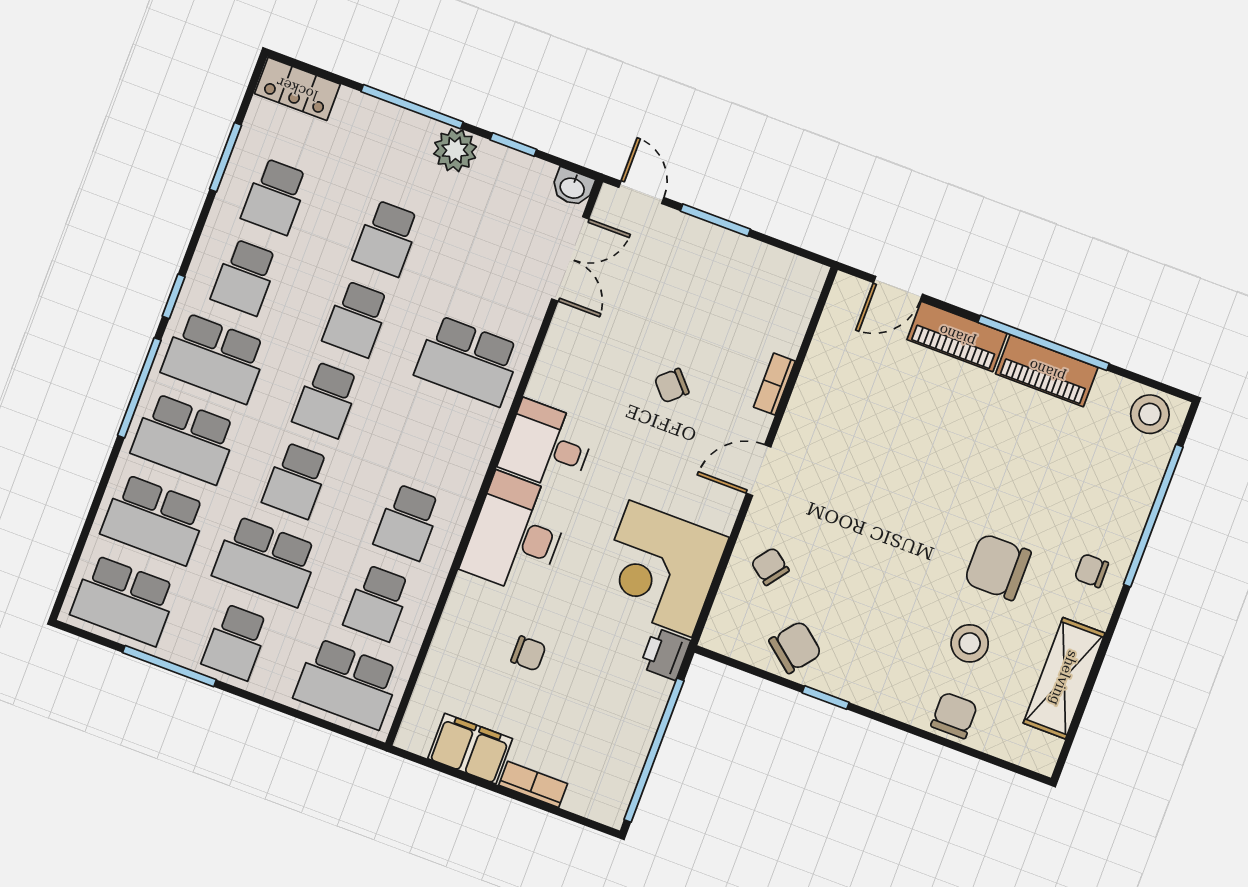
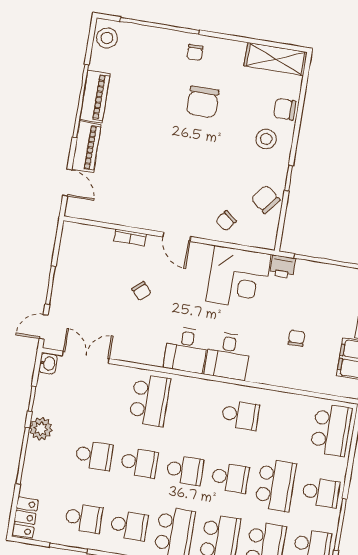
desk: (516, 534) -> (228, 356), width x0.73
school desk: (377, 603) -> (286, 422), removed
stool: (970, 643) -> (266, 139), moved
shelving: (1064, 678) -> (276, 59), moved

